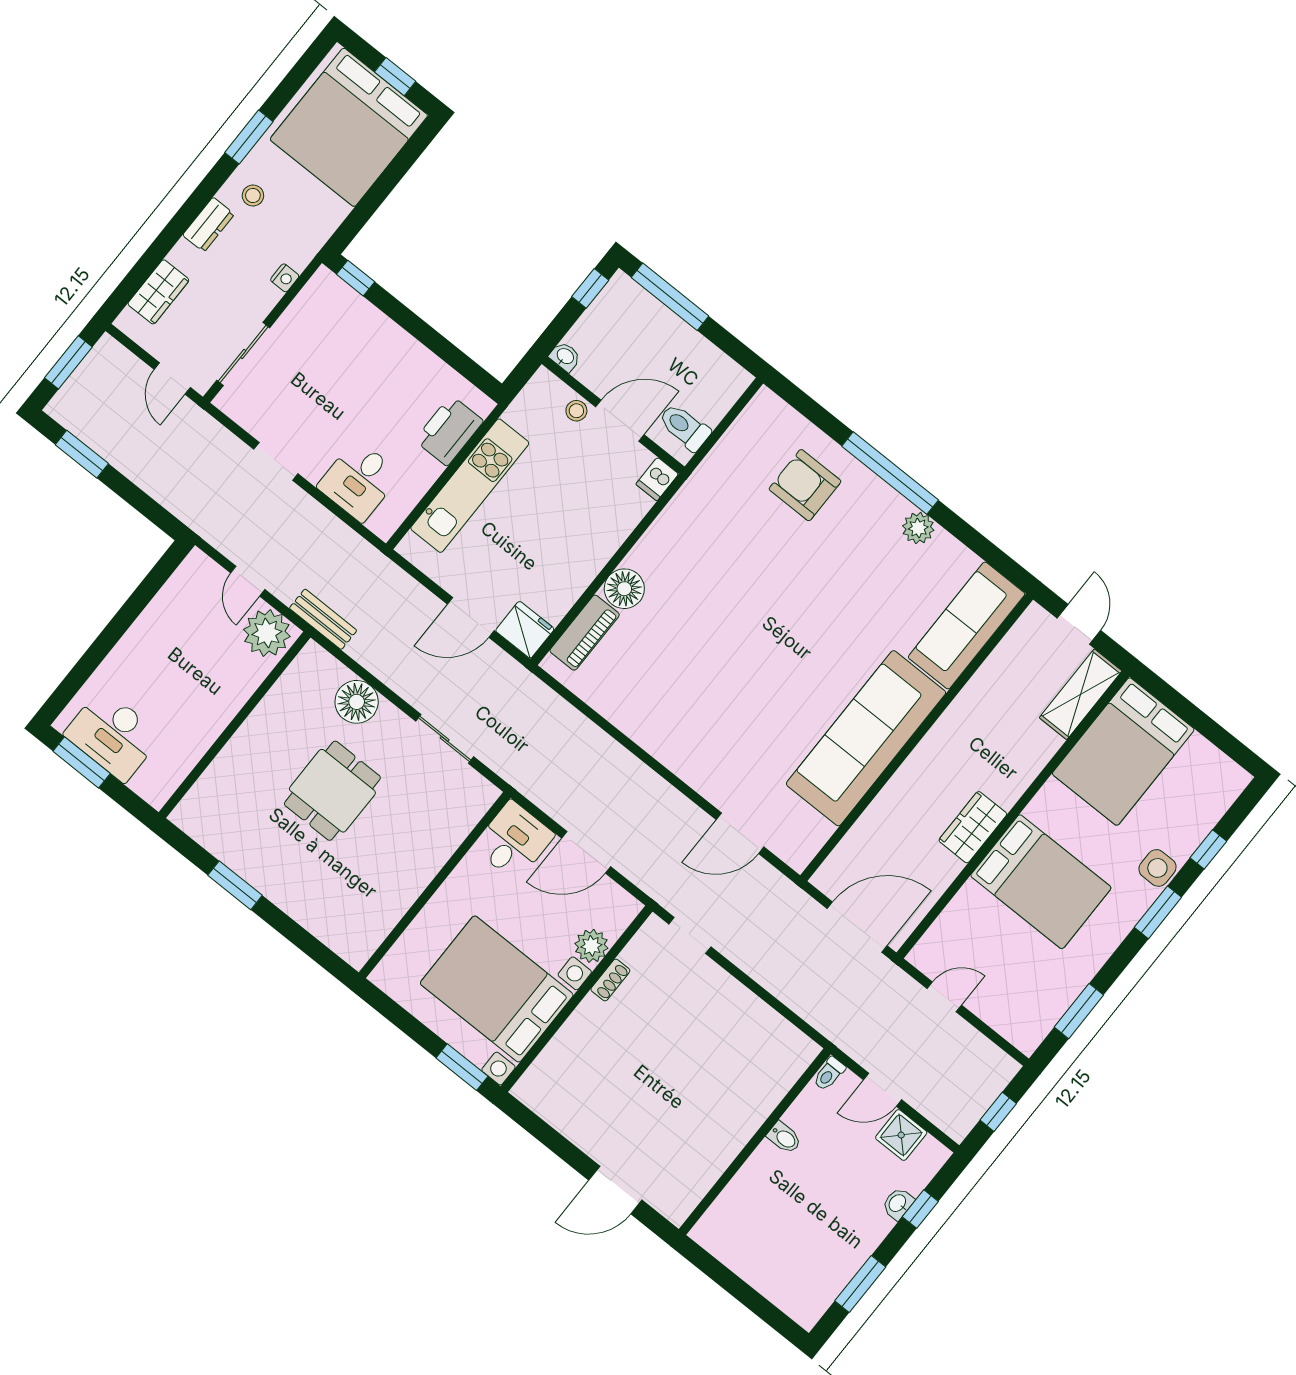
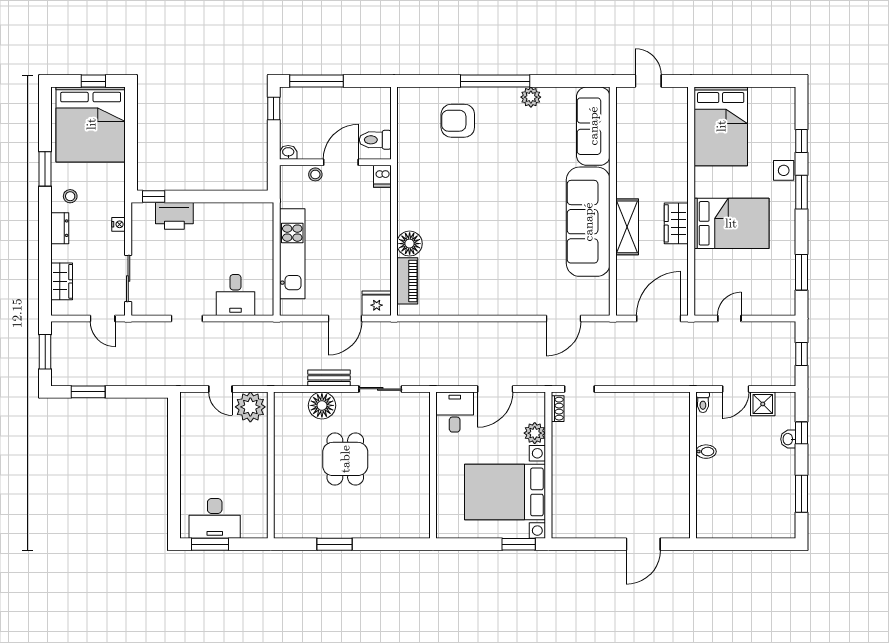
printer: (449, 431) -> (174, 216), moved, turned -90
bench: (323, 619) -> (329, 378), moved
shelving: (1081, 694) -> (627, 227), moved
shoe rack: (610, 980) -> (558, 409), moved

